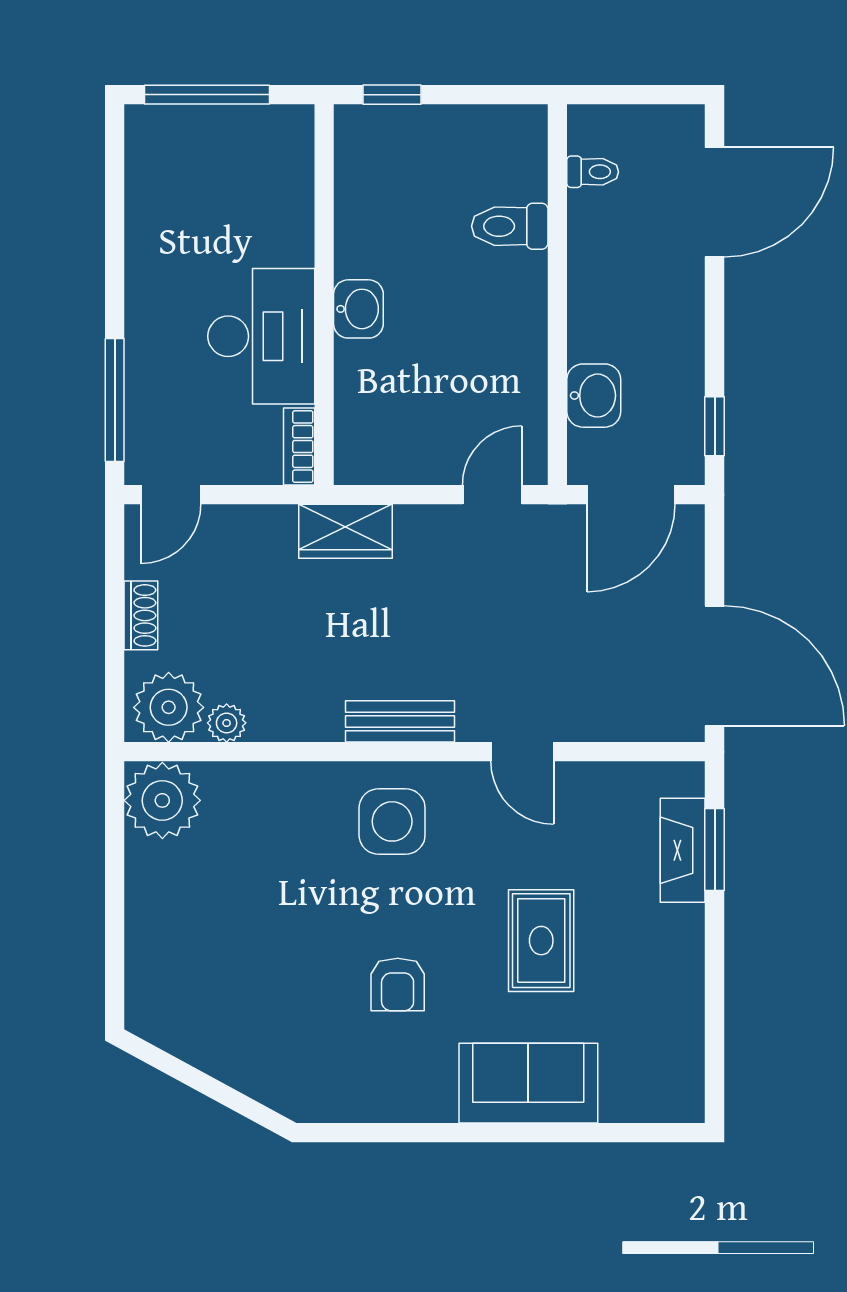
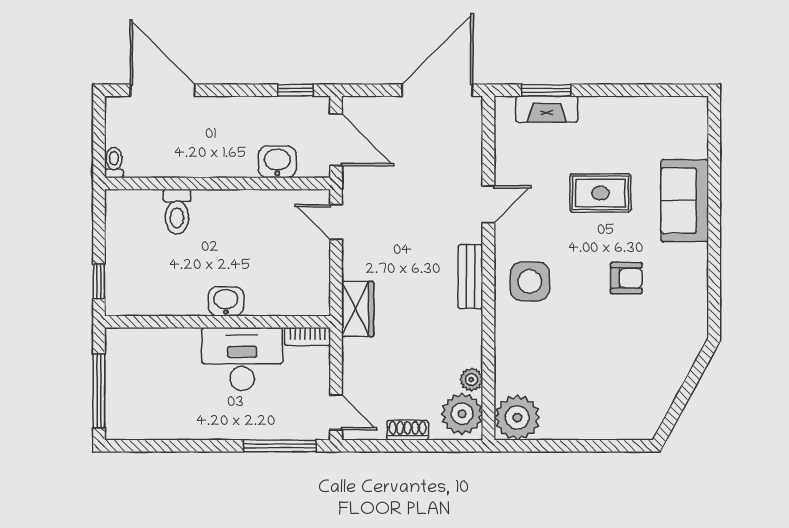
toilet: (593, 172) -> (114, 162), moved

